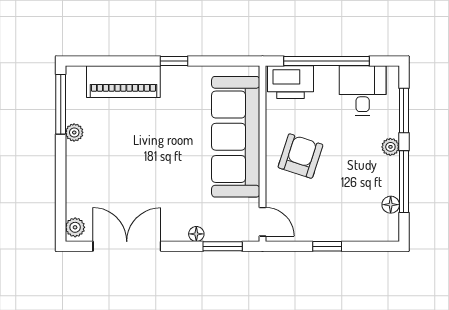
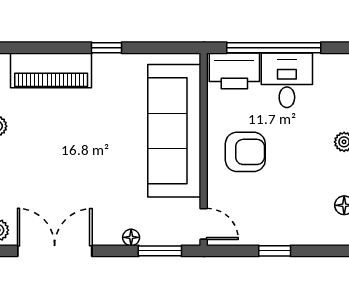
desk: (363, 91) -> (287, 80), moved
armchair: (300, 156) -> (245, 152), turned 72

